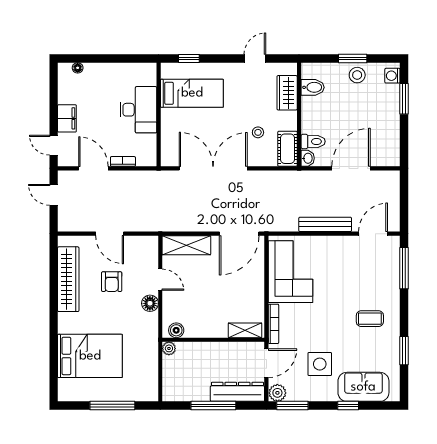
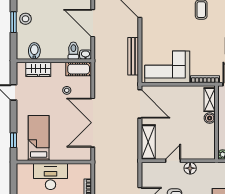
bench: (325, 224) -> (133, 56), moved
boiler: (176, 330) -> (210, 118), moved

